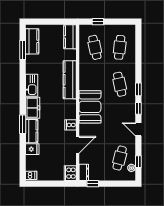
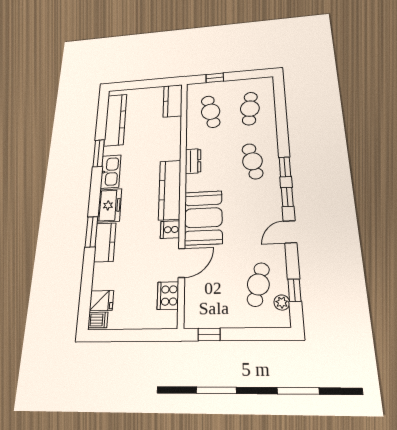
kitchen counter: (32, 41) -> (115, 120), width x1.50
window: (23, 50) -> (99, 153), moved
kitchen counter: (70, 80) -> (170, 190), moved
booth: (90, 107) -> (203, 218), moved
door: (138, 129) -> (290, 232), hinge flipped
fridge: (32, 149) -> (101, 301), moved
dresser: (84, 172) -> (193, 161), moved
cooker: (70, 173) -> (168, 296), moved

